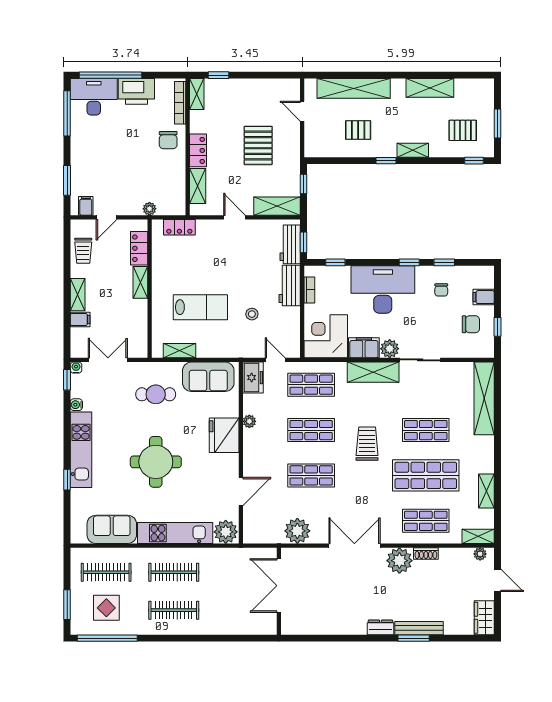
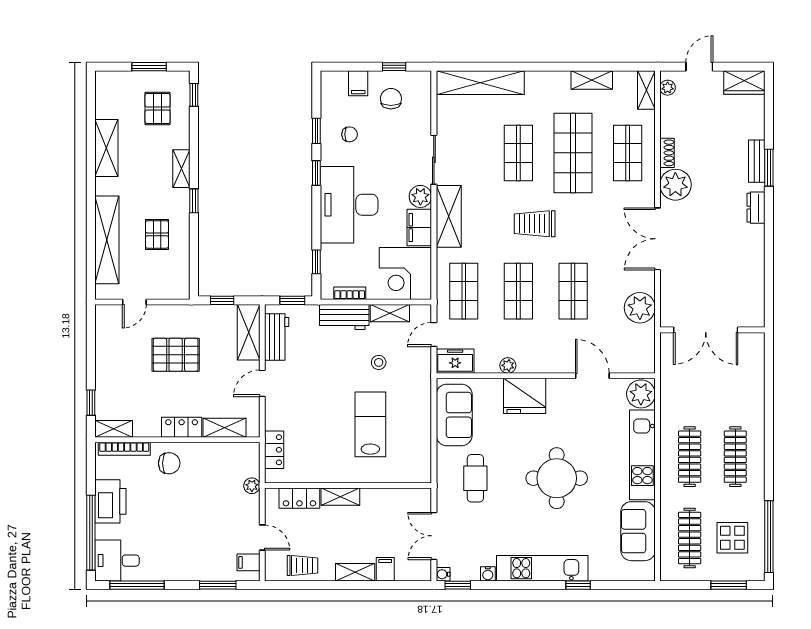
desk: (94, 97) -> (117, 561), width x0.73
workbench: (290, 244) -> (277, 337), moved, turned -90
shelving: (179, 351) -> (390, 313), moved, turned 90
bench: (419, 628) -> (757, 161), width x0.73

